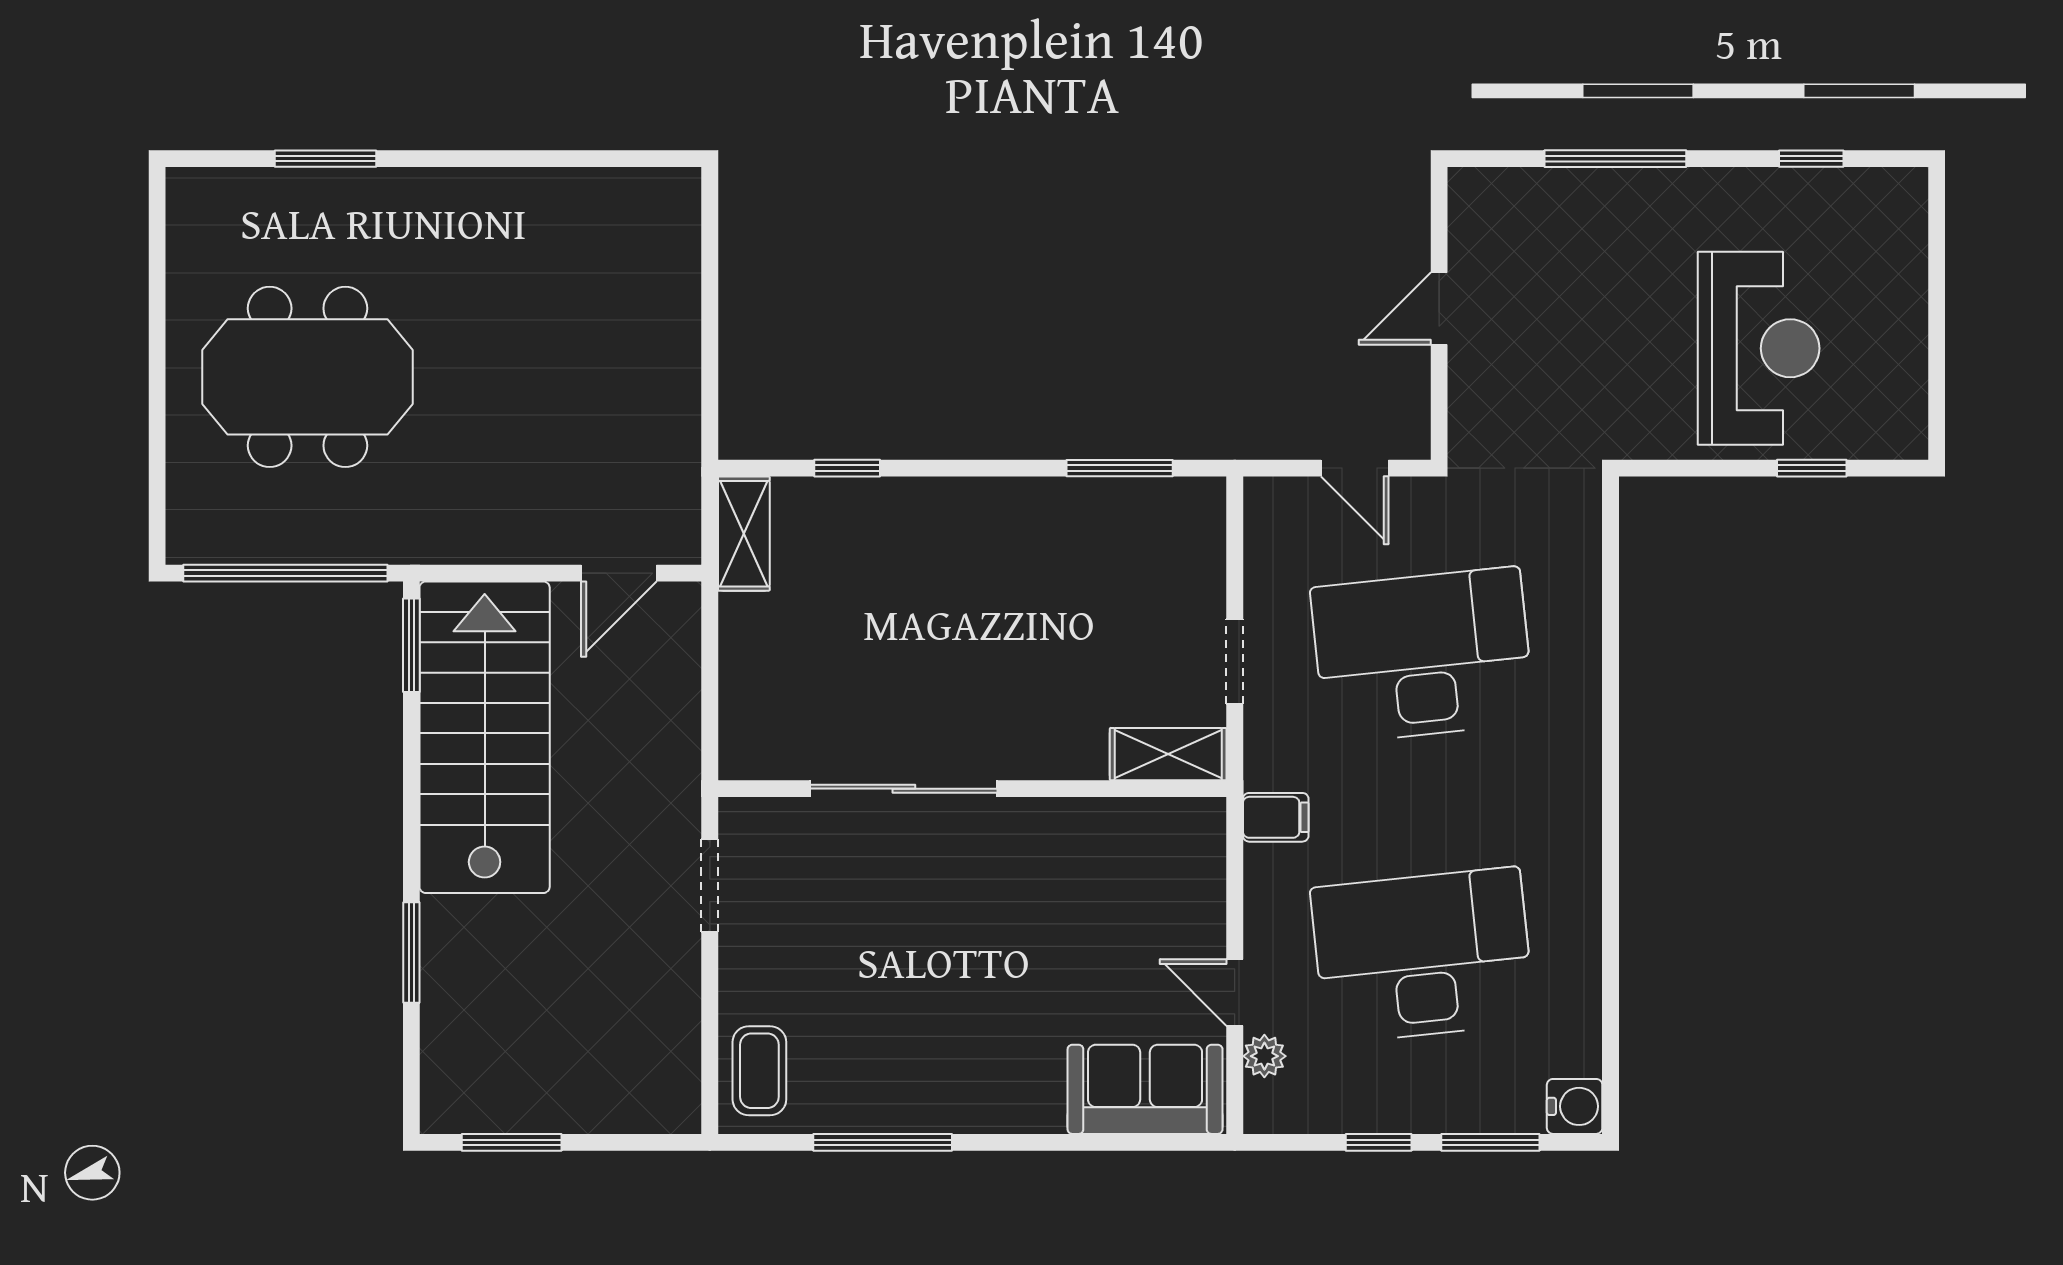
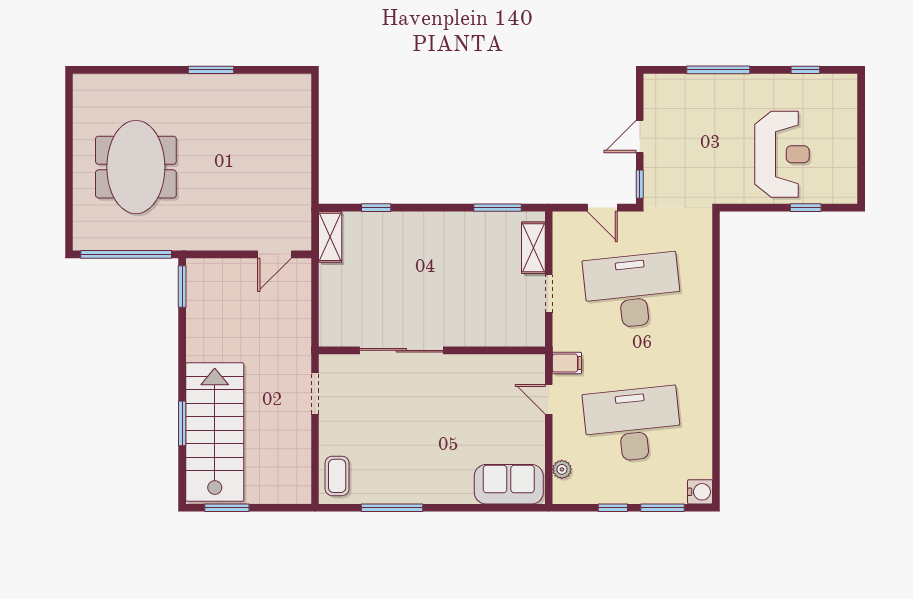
window: (325, 159) -> (211, 70), moved
meeting table: (307, 377) -> (136, 167), turned 90
window: (1439, 415) -> (640, 184), added
stairs: (485, 737) -> (215, 432), moved
shelving: (1168, 754) -> (533, 248), moved, turned 90
door: (1235, 992) -> (549, 399), moved

